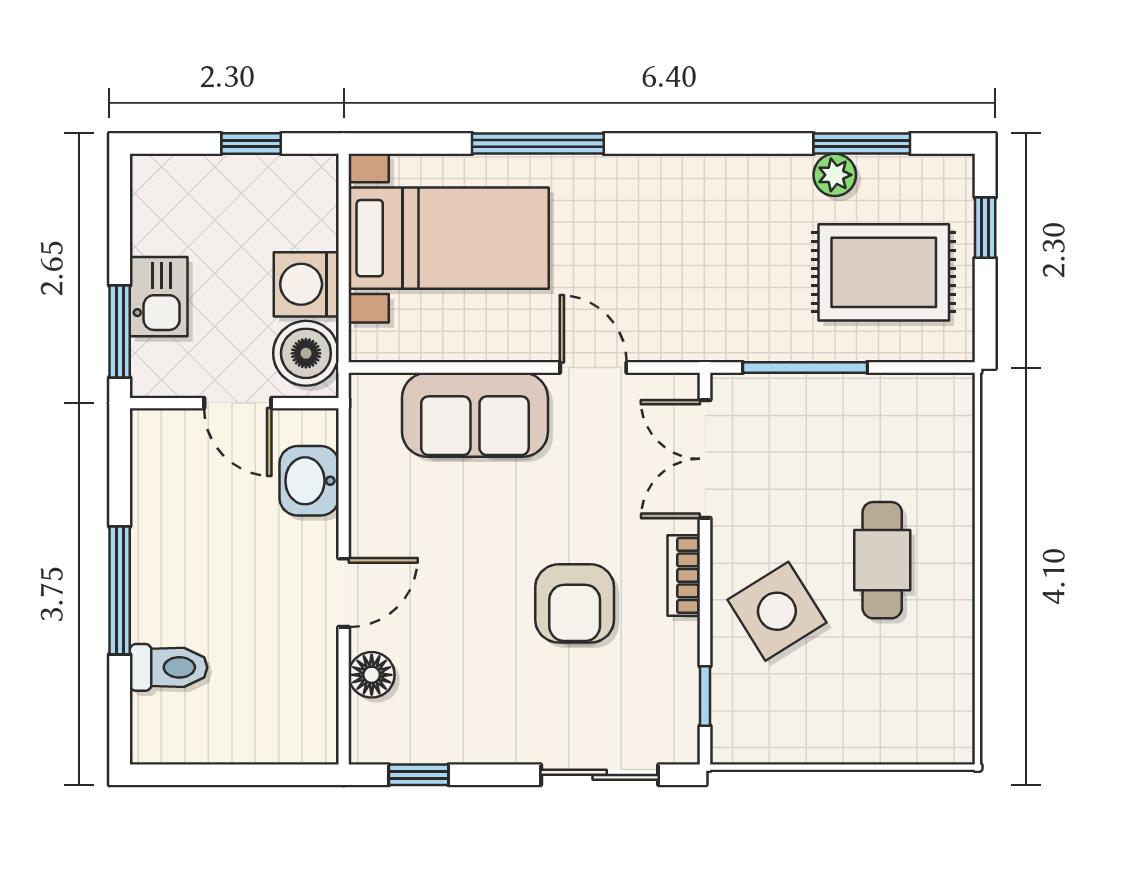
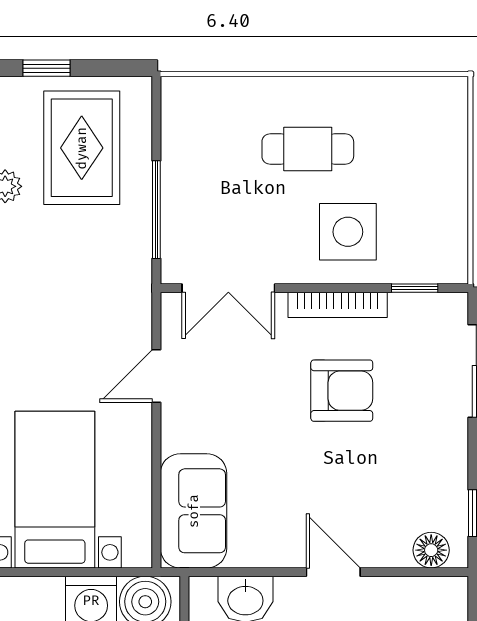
sofa: (475, 415) -> (194, 511), moved
bookcase: (684, 575) -> (338, 305), width x1.56
side table: (777, 611) -> (348, 232), turned 32
floor lamp: (372, 675) -> (431, 550), moved

